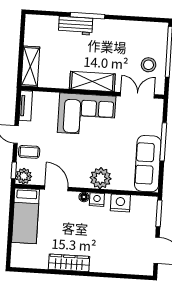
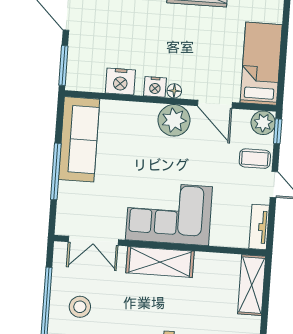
stool: (149, 65) -> (80, 307), moved
plant: (101, 178) -> (174, 120), moved

